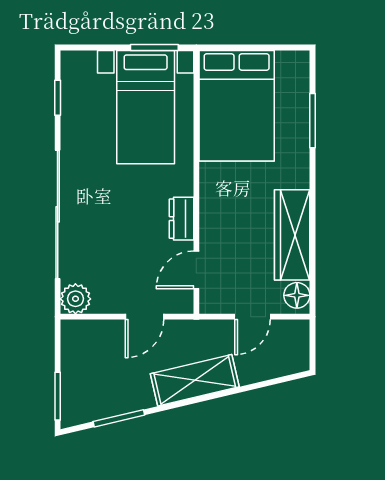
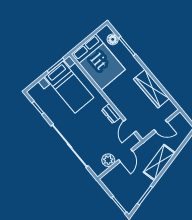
floor lamp: (297, 295) -> (113, 39), moved
plant: (75, 299) -> (108, 160), moved
door: (253, 317) -> (161, 126), hinge flipped

